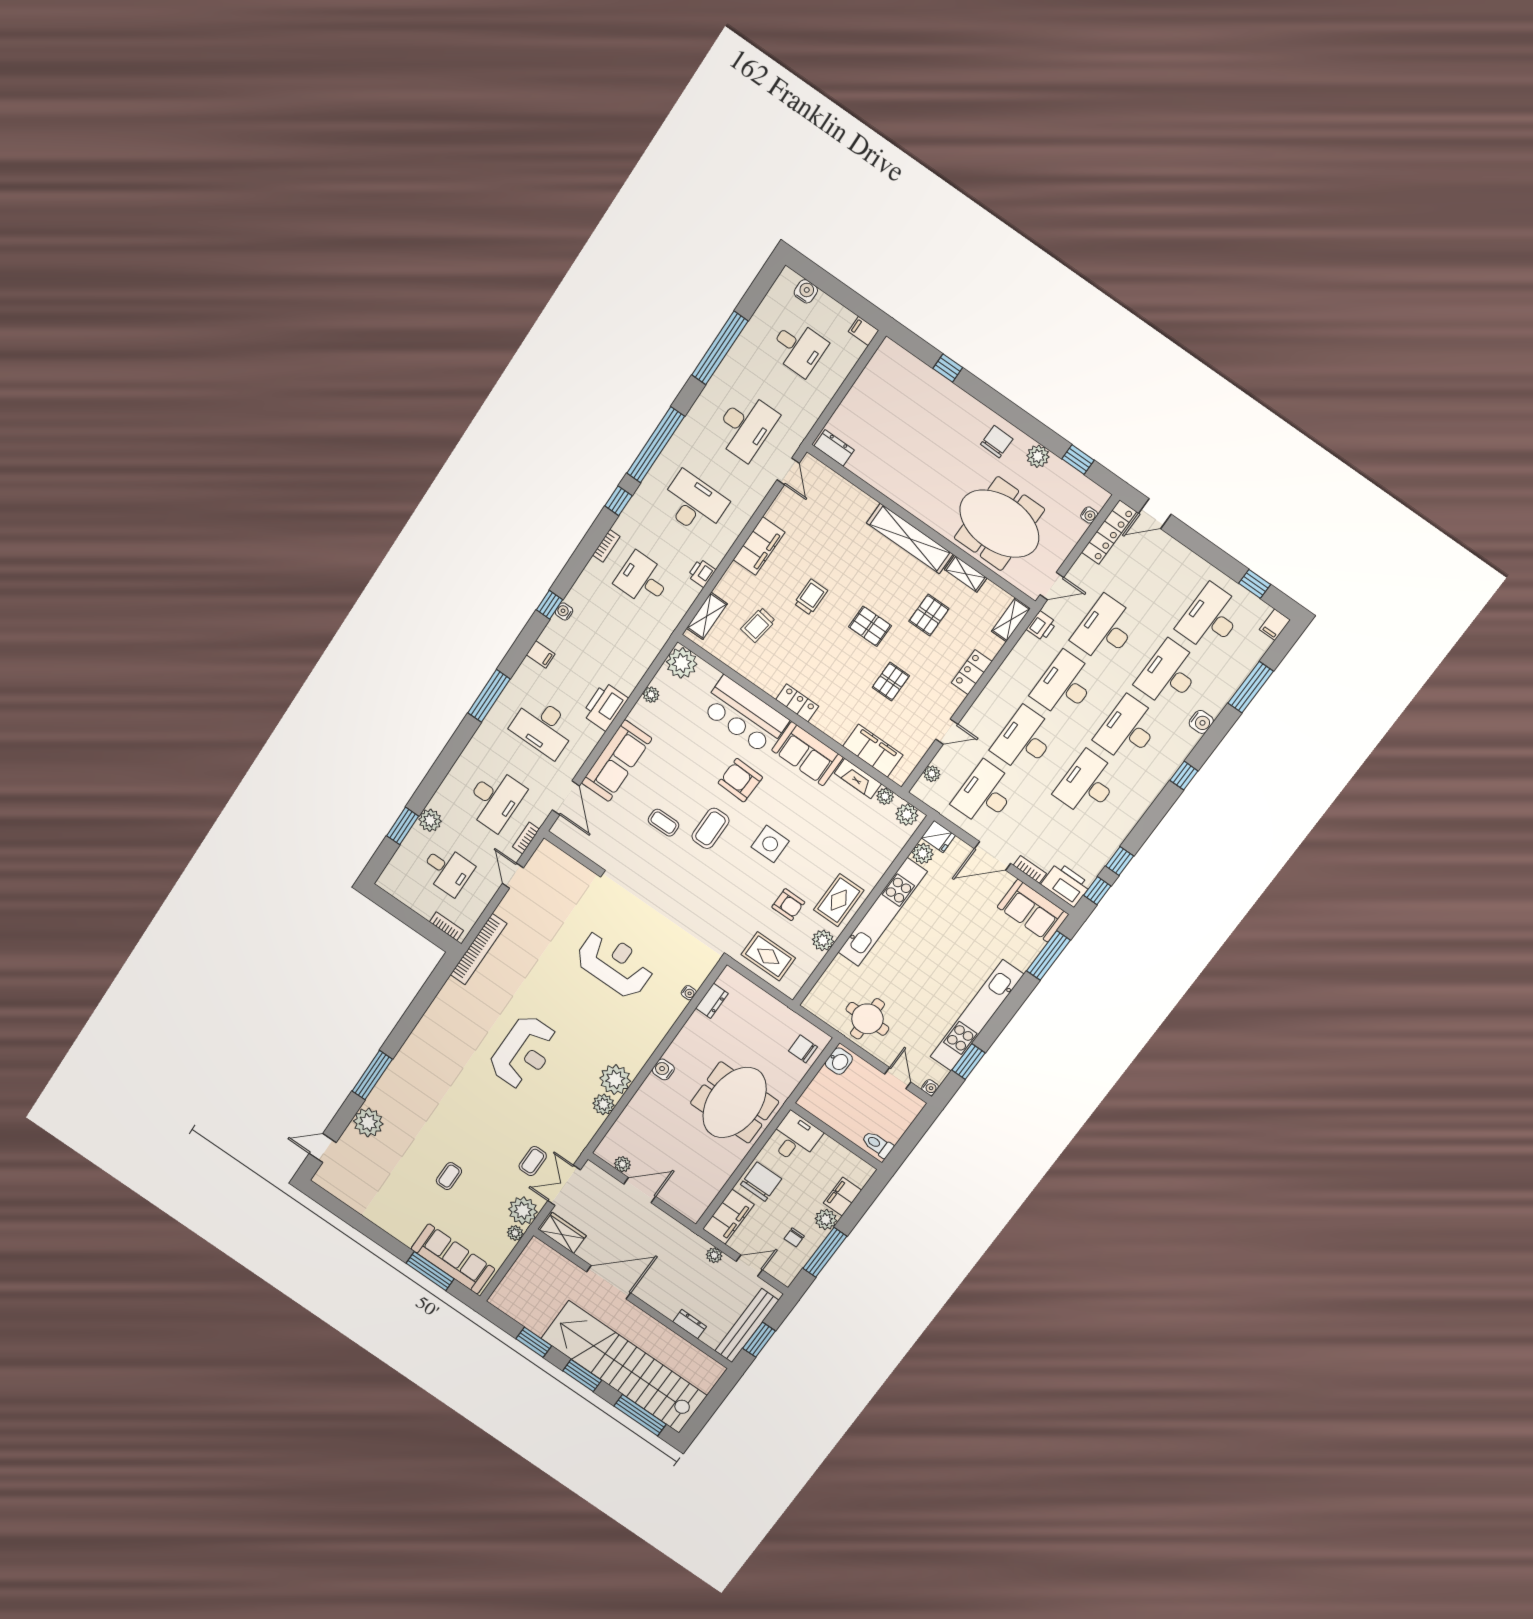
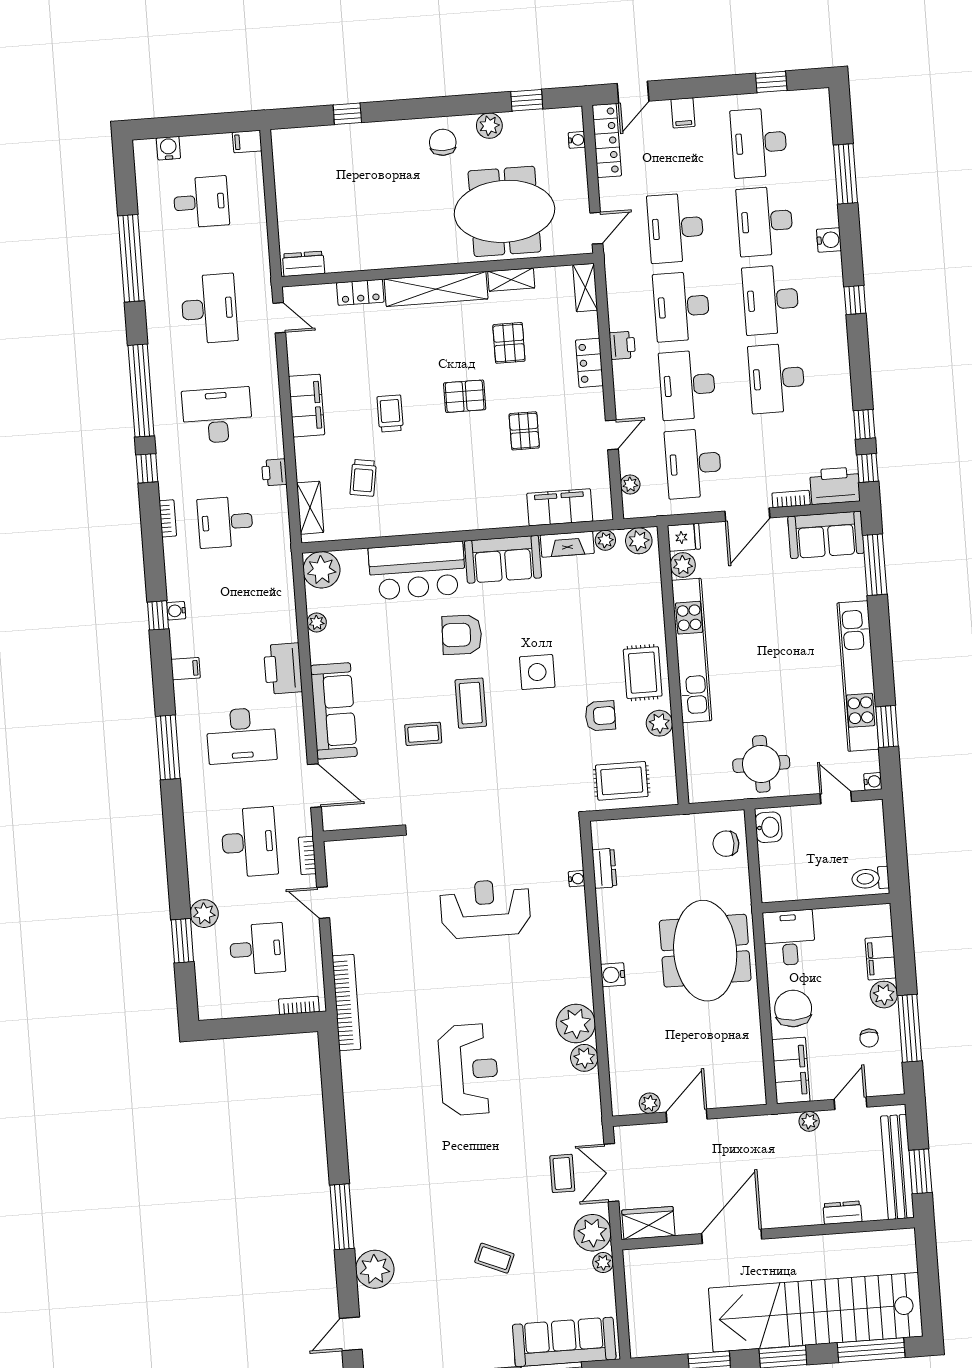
filing cabinet: (1275, 625) -> (683, 113), moved
printer: (1041, 626) -> (622, 345), moved
locker: (797, 703) -> (360, 292), moved, turned 180
coffee table: (449, 1176) -> (494, 1258), turned -67

